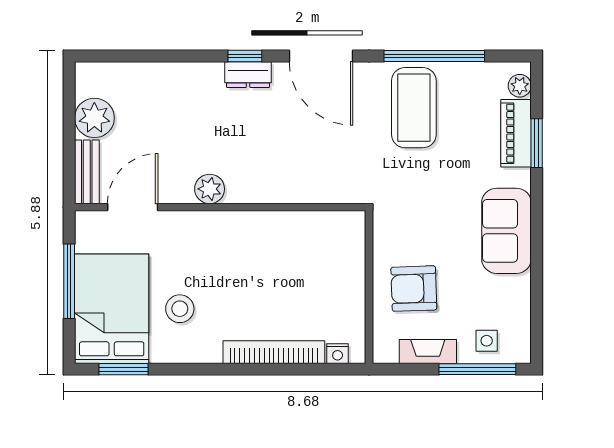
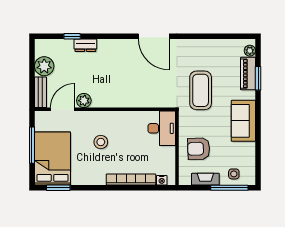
window: (245, 56) -> (72, 36), moved
window: (434, 56) -> (208, 36), removed
dresser: (248, 75) -> (85, 45), moved
coffee table: (414, 108) -> (201, 90), moved
plant: (210, 189) -> (84, 101), moved
desk: (337, 246) -> (162, 128), added
stool: (180, 309) -> (101, 142), moved

